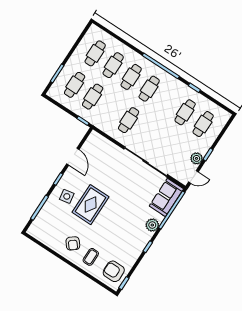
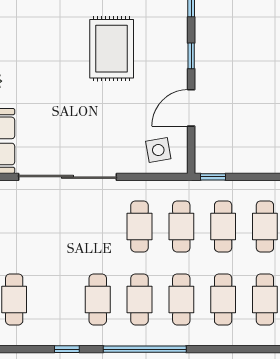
cafe table: (111, 108) -> (181, 226), added
cafe table: (185, 112) -> (98, 299), moved
door: (73, 157) -> (191, 108), hinge flipped
side table: (67, 196) -> (158, 150), moved

